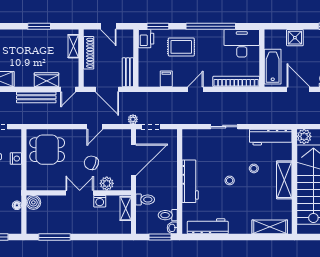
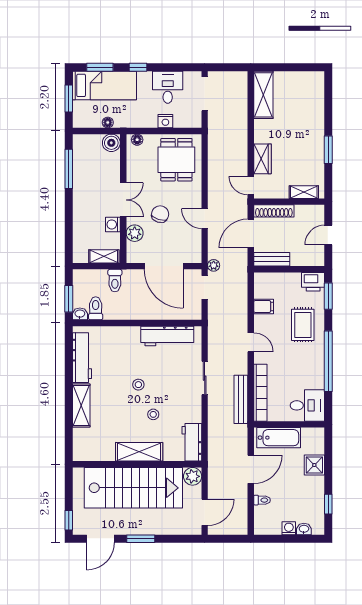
desk: (242, 43) -> (307, 405), width x0.73
shoe rack: (89, 53) -> (274, 211), moved
bench: (36, 97) -> (241, 399), moved
workbench: (271, 137) -> (192, 442), width x0.73
floor lamp: (31, 181) -> (137, 140), added
workbench: (190, 181) -> (167, 336), moved
shelving: (270, 227) -> (81, 405), moved

